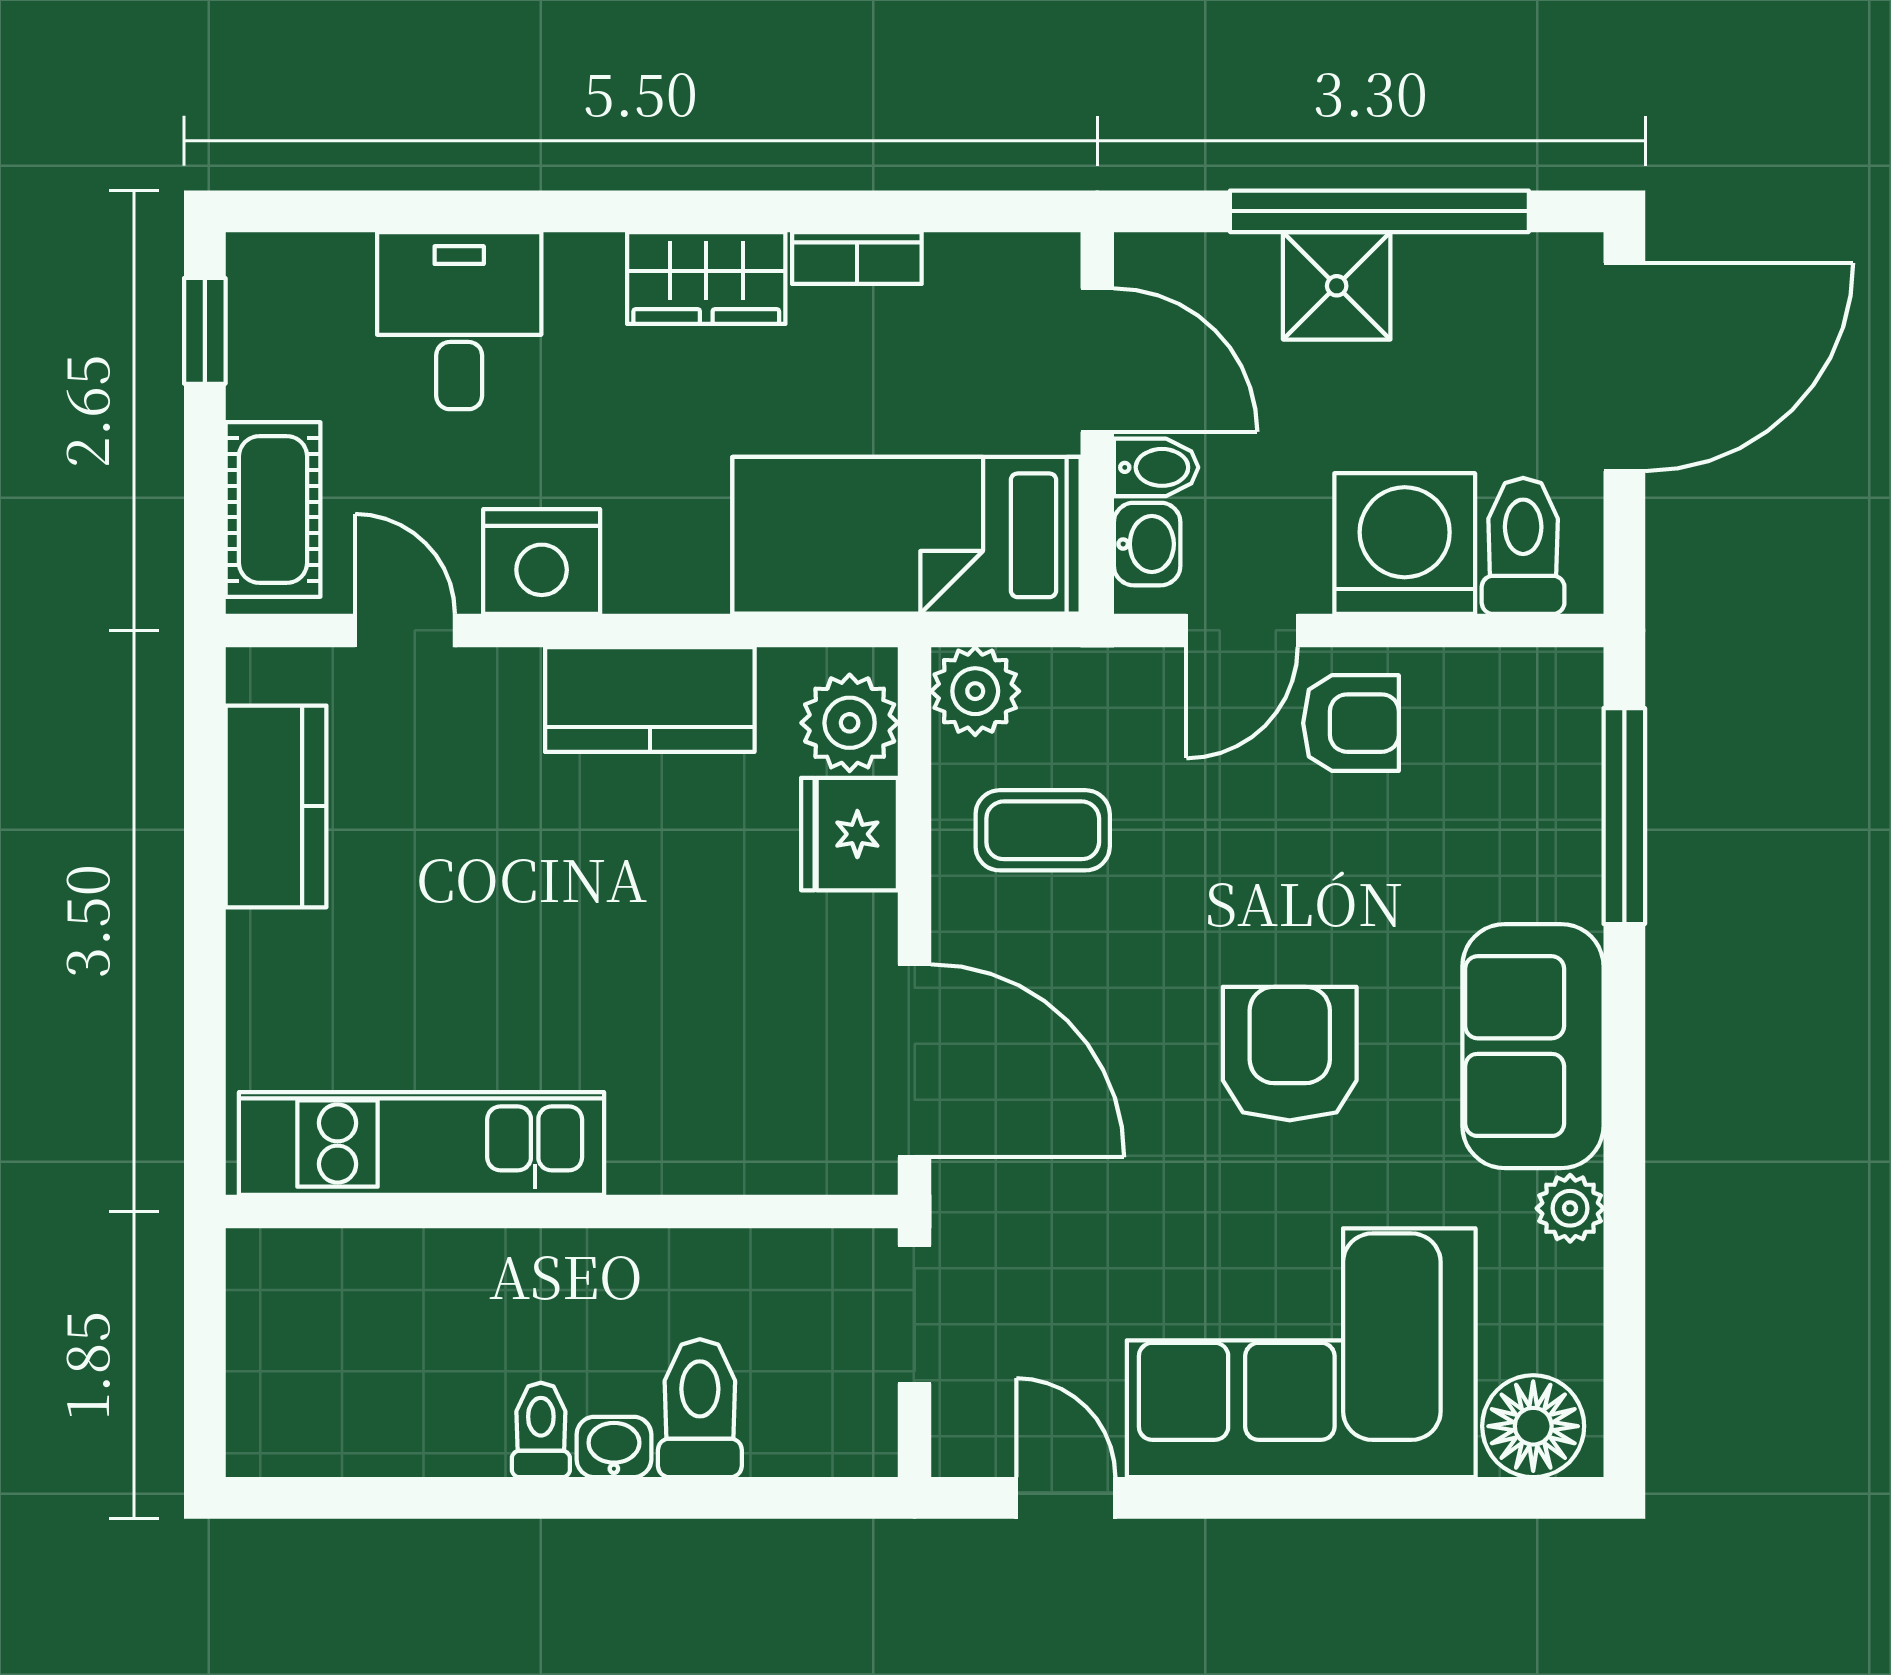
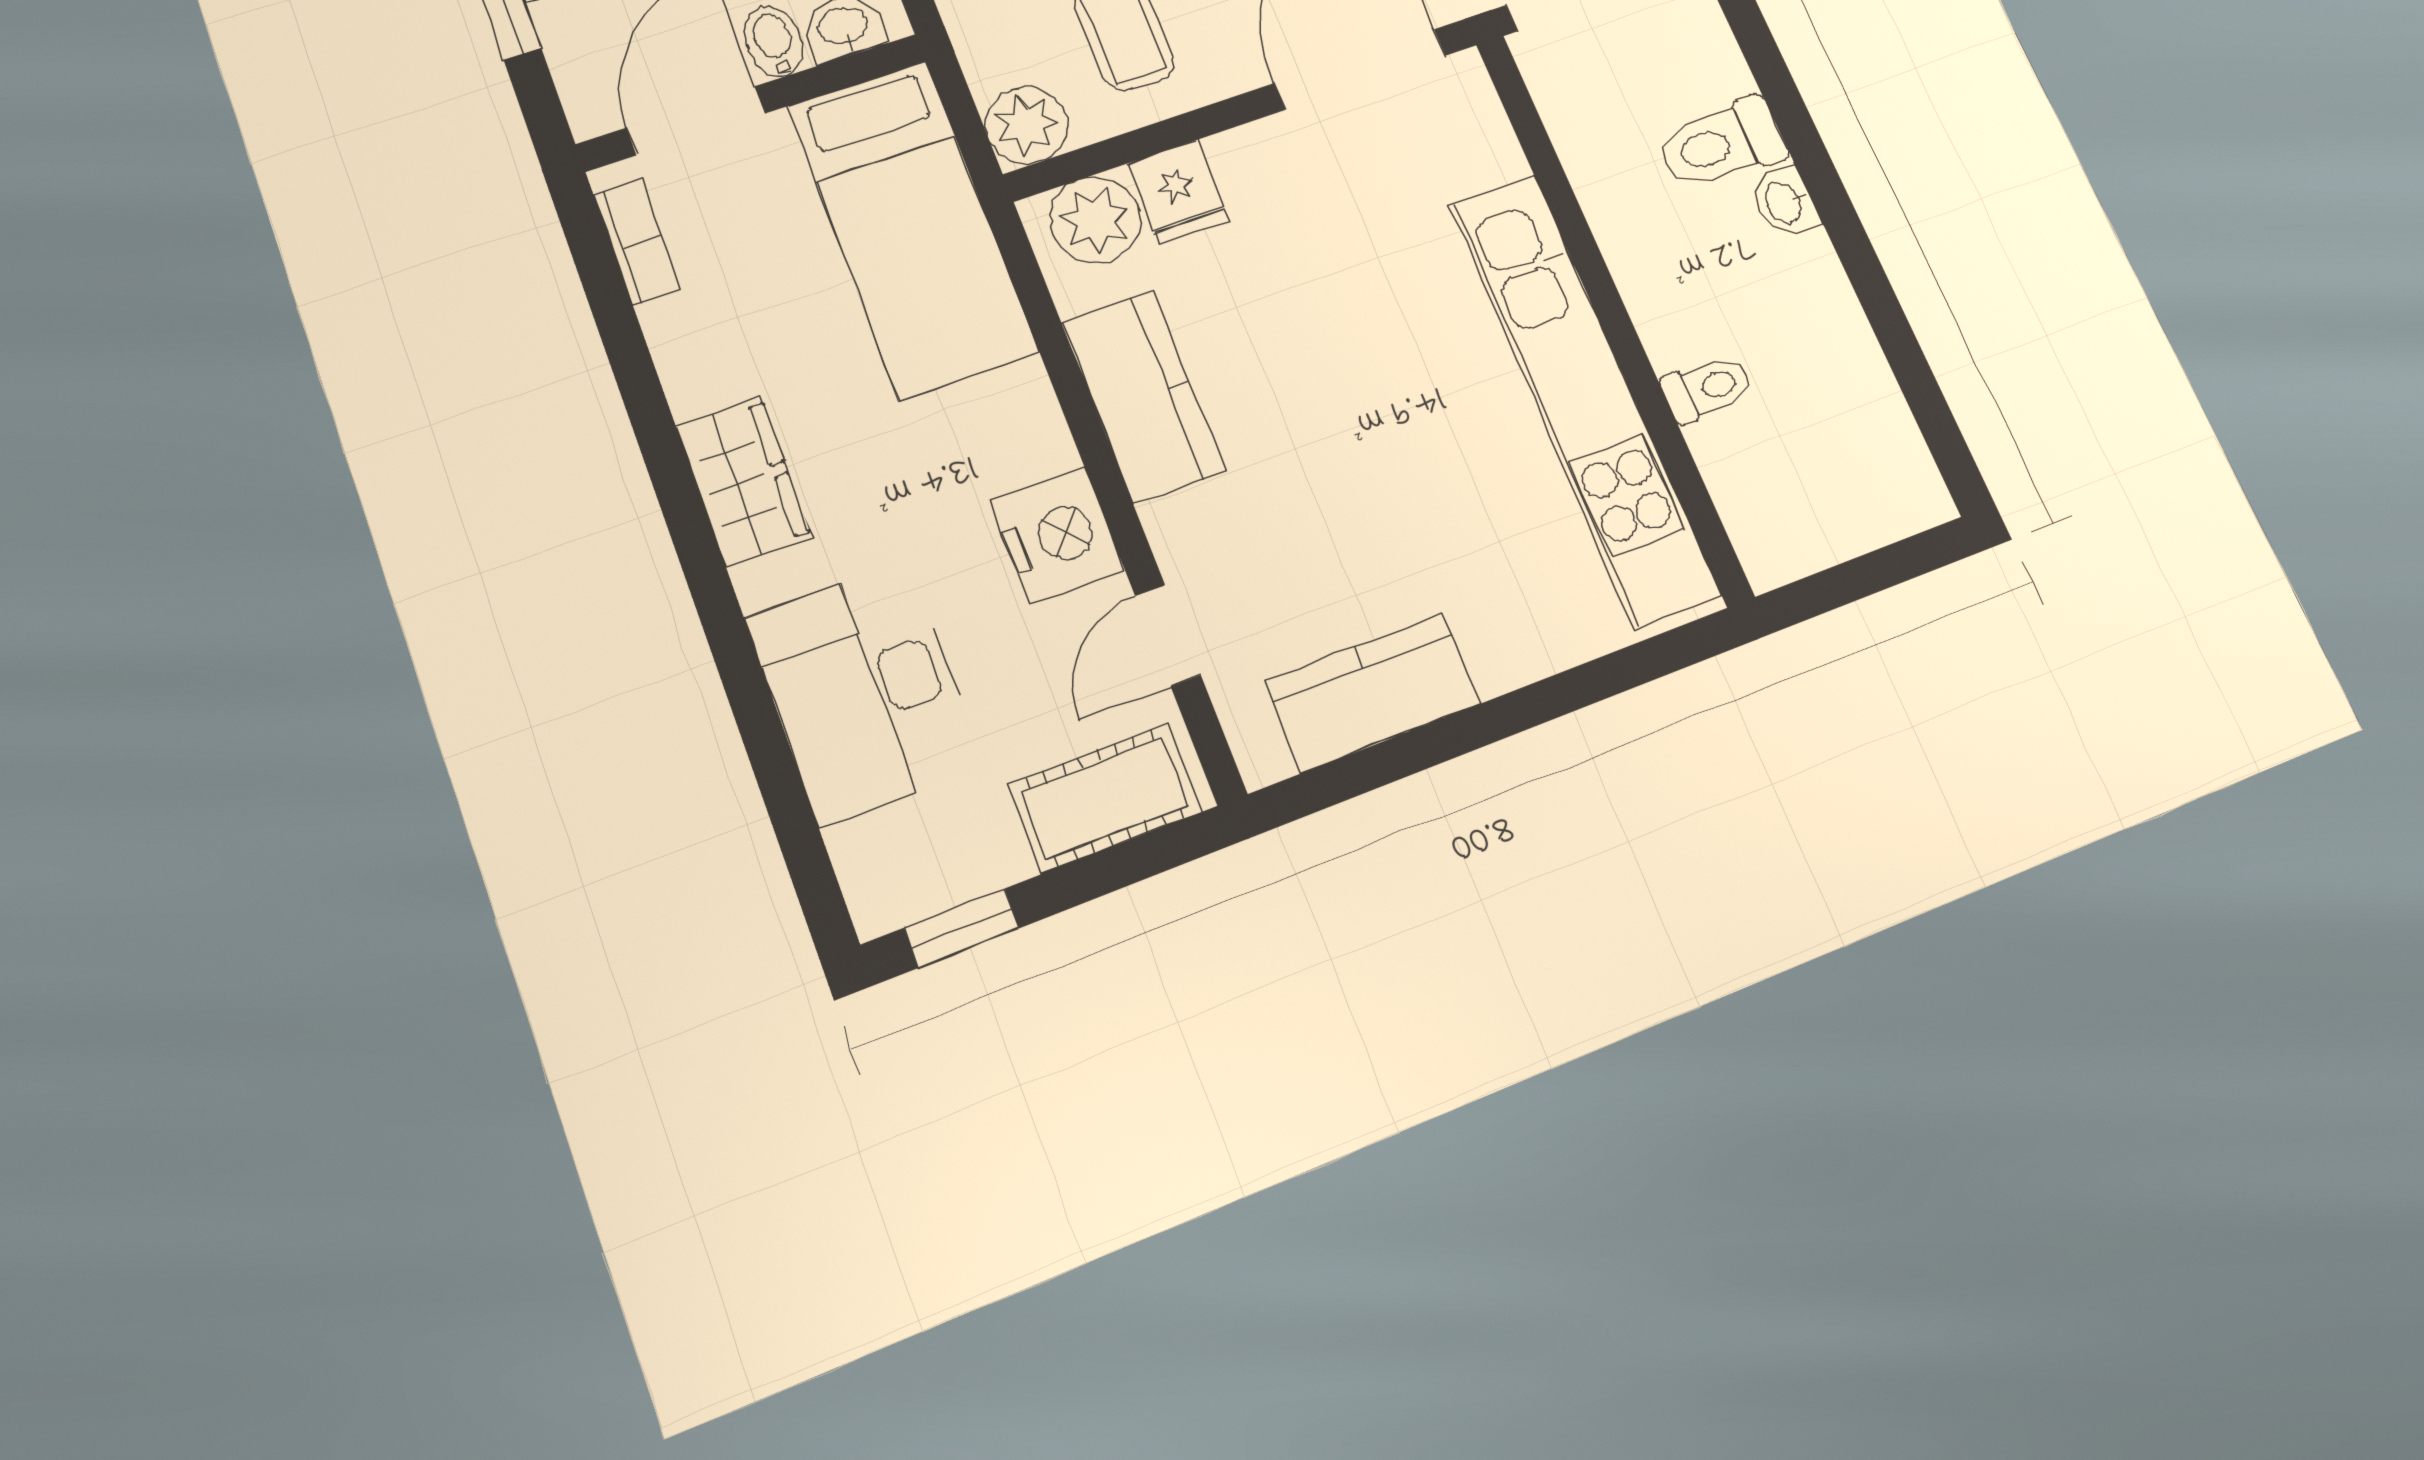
bookcase: (857, 258) -> (637, 242), moved
desk: (459, 321) -> (865, 692), width x1.37
fridge: (850, 834) -> (1178, 192), width x0.72
kitchen unit: (421, 1144) -> (1583, 397), width x1.36
toilet: (541, 1430) -> (1707, 389), moved, turned 180

